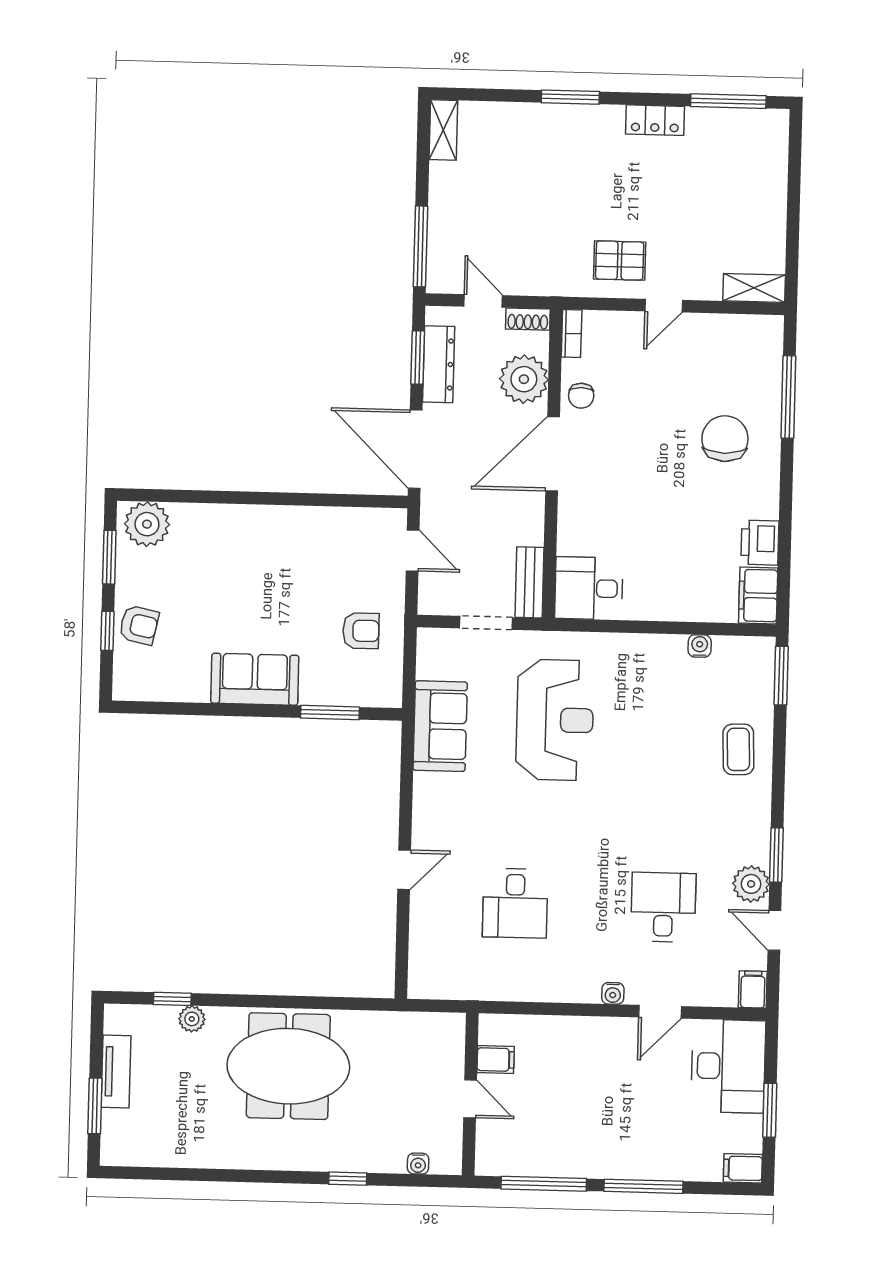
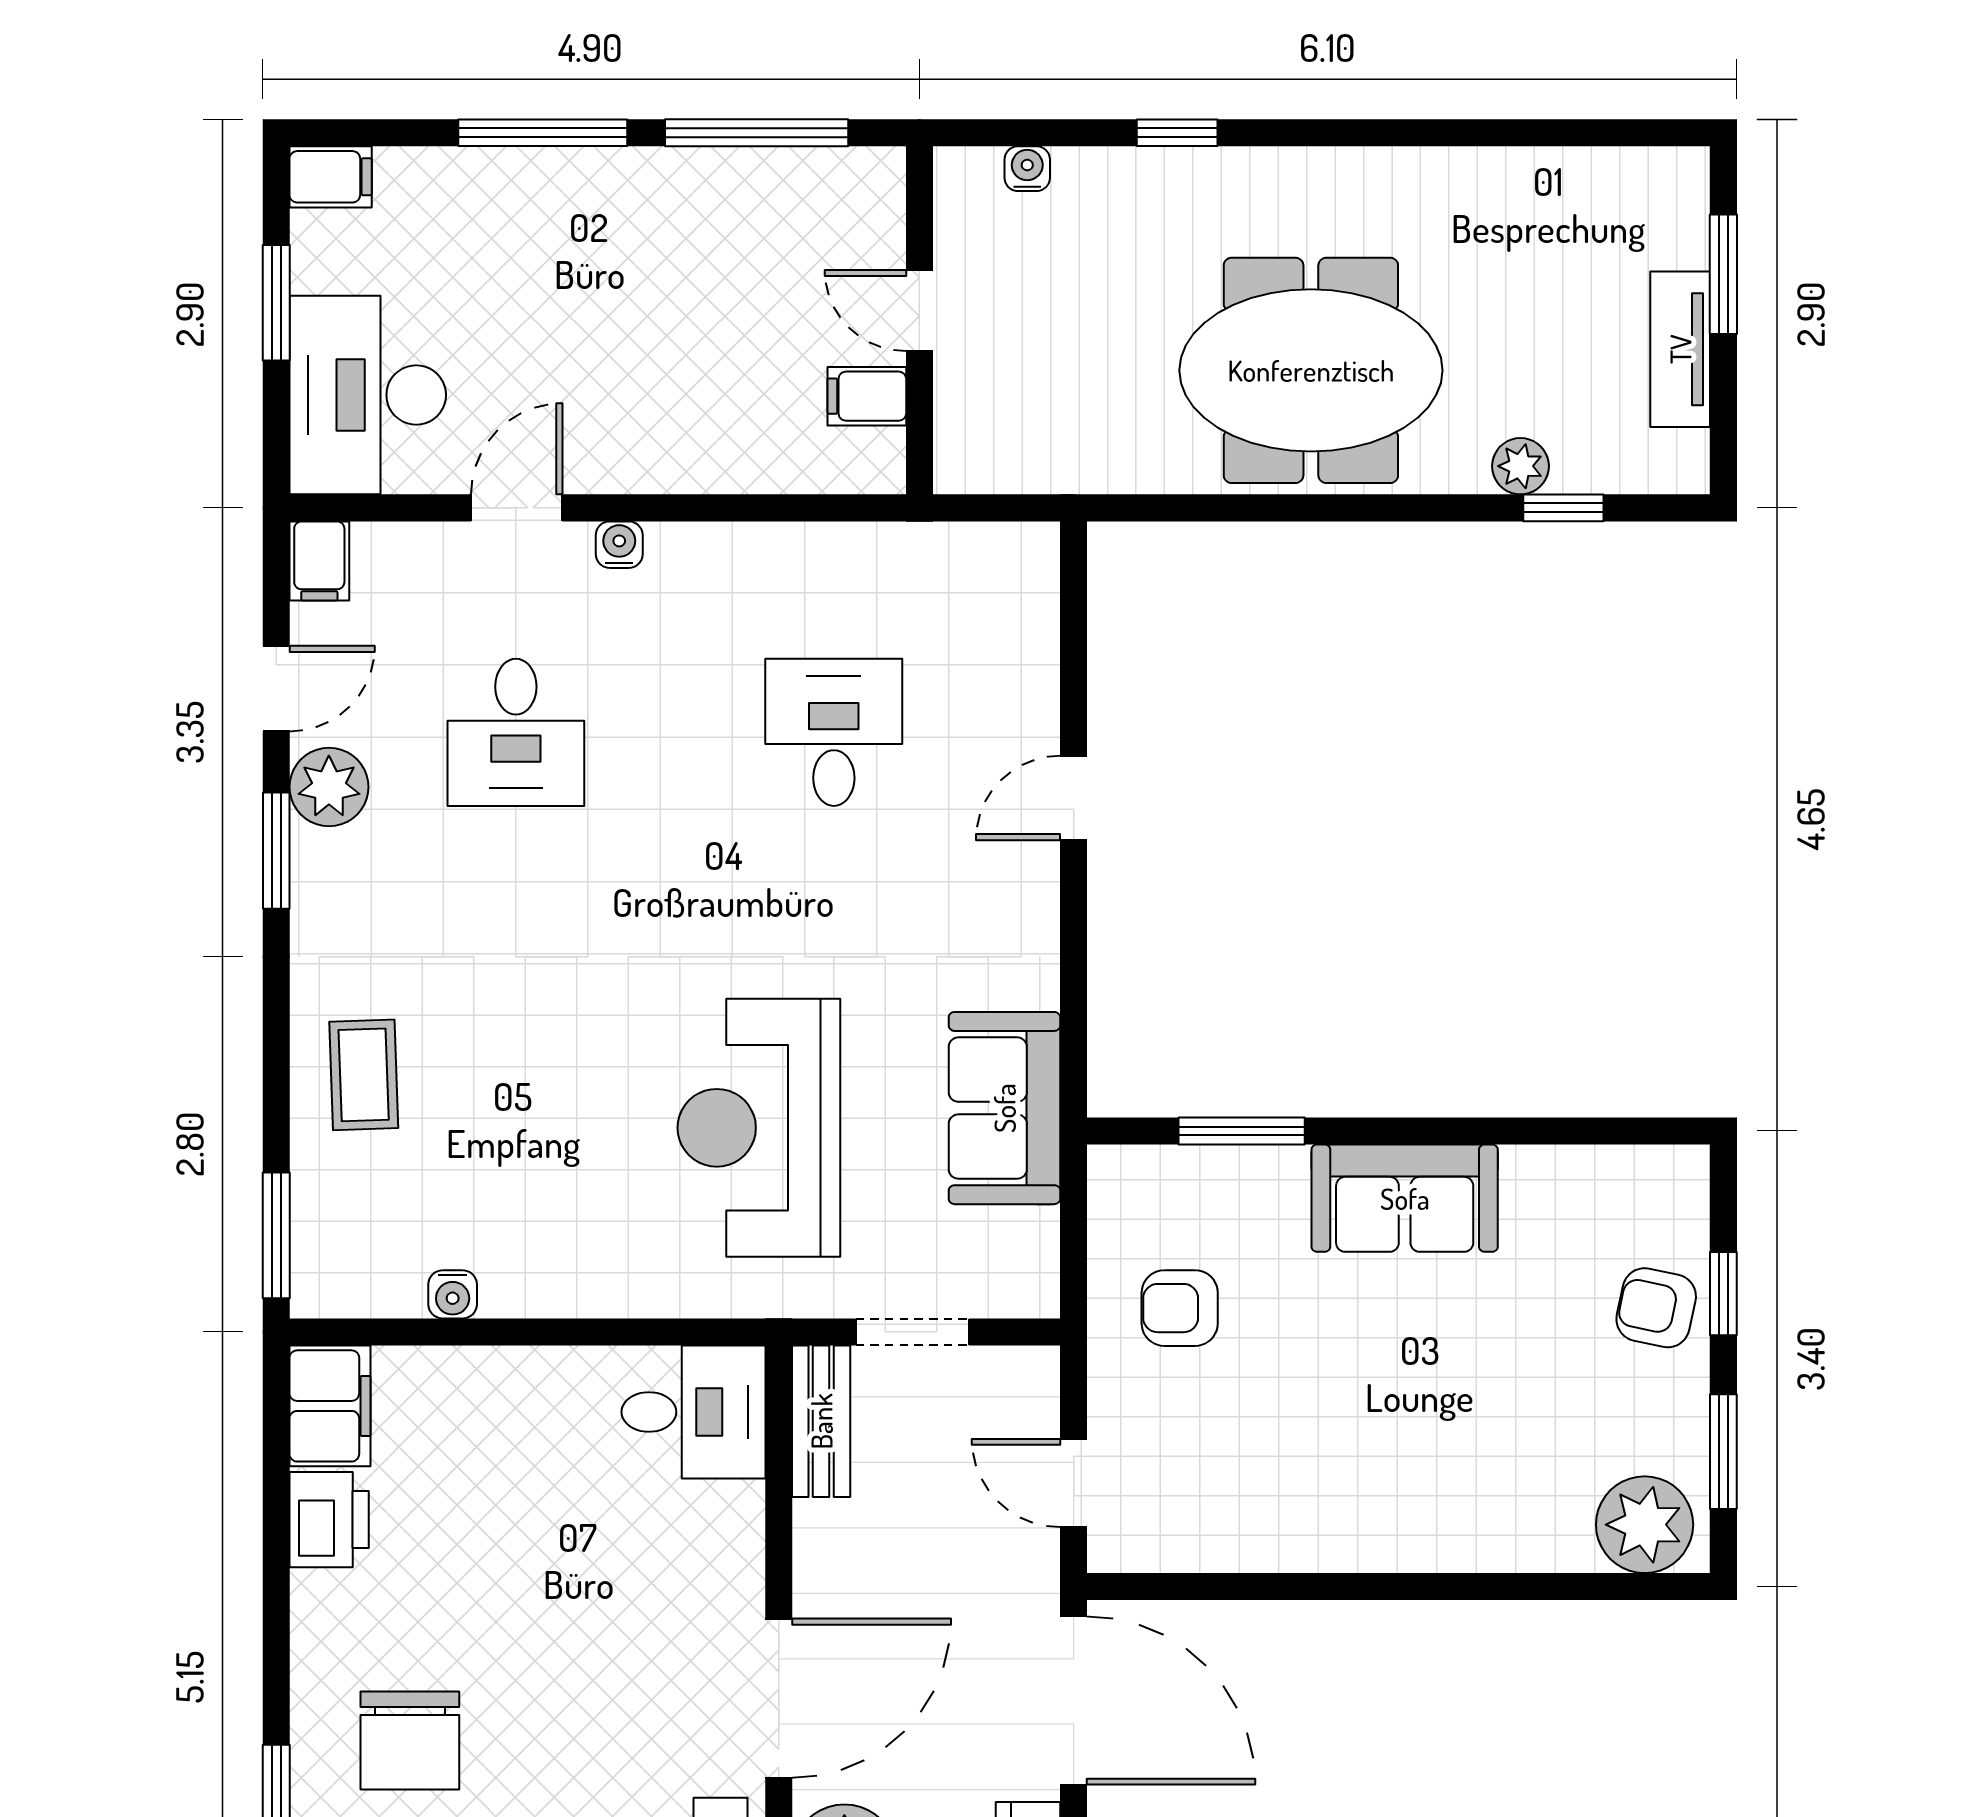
door: (774, 930) -> (276, 689), hinge flipped

